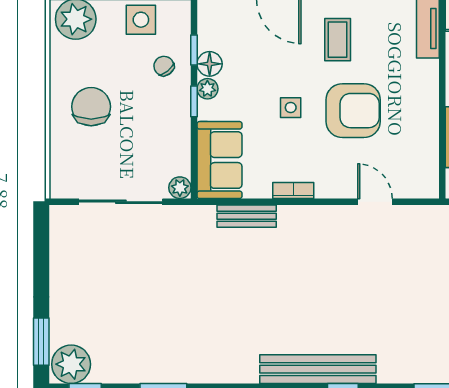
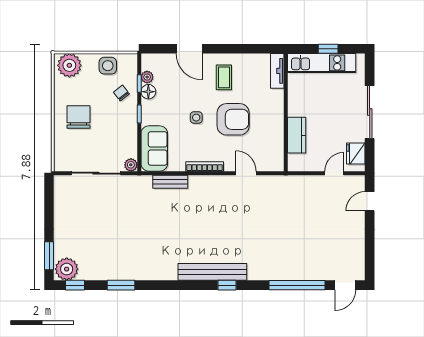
plant: (207, 89) -> (147, 77), moved
bookcase: (293, 190) -> (205, 166), width x1.56

